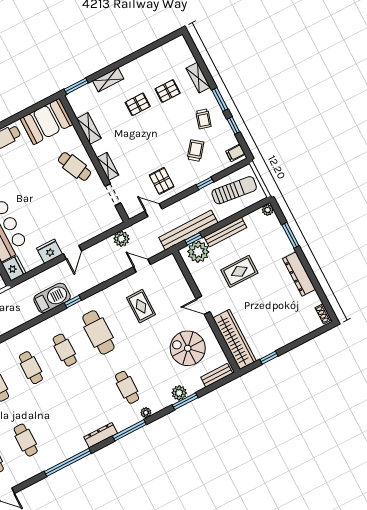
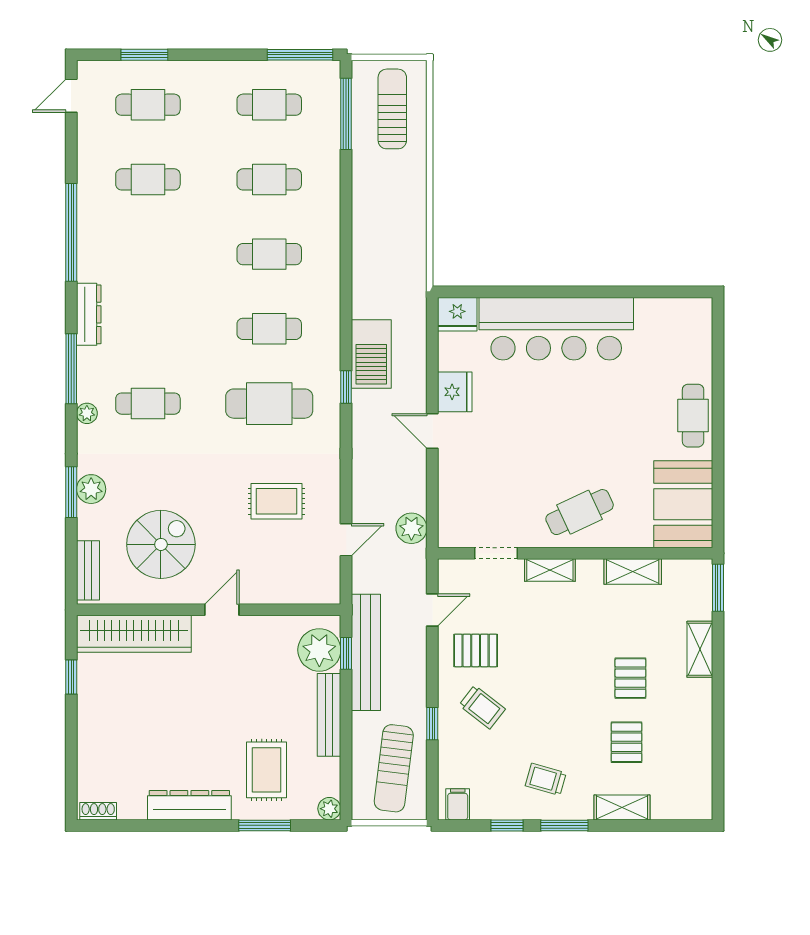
trolley: (196, 151) -> (482, 707), moved
rug: (239, 271) -> (266, 770), moved

